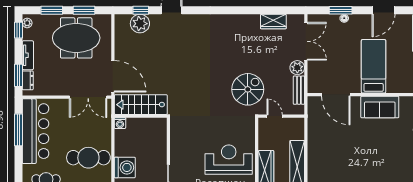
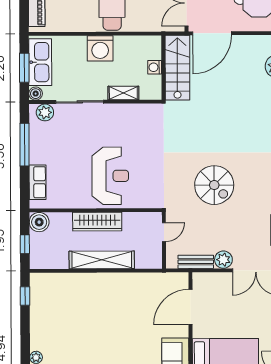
spiral stairs: (248, 89) -> (214, 185), moved
washing machine: (120, 123) -> (155, 67), moved
shelving: (161, 149) -> (123, 93), added

